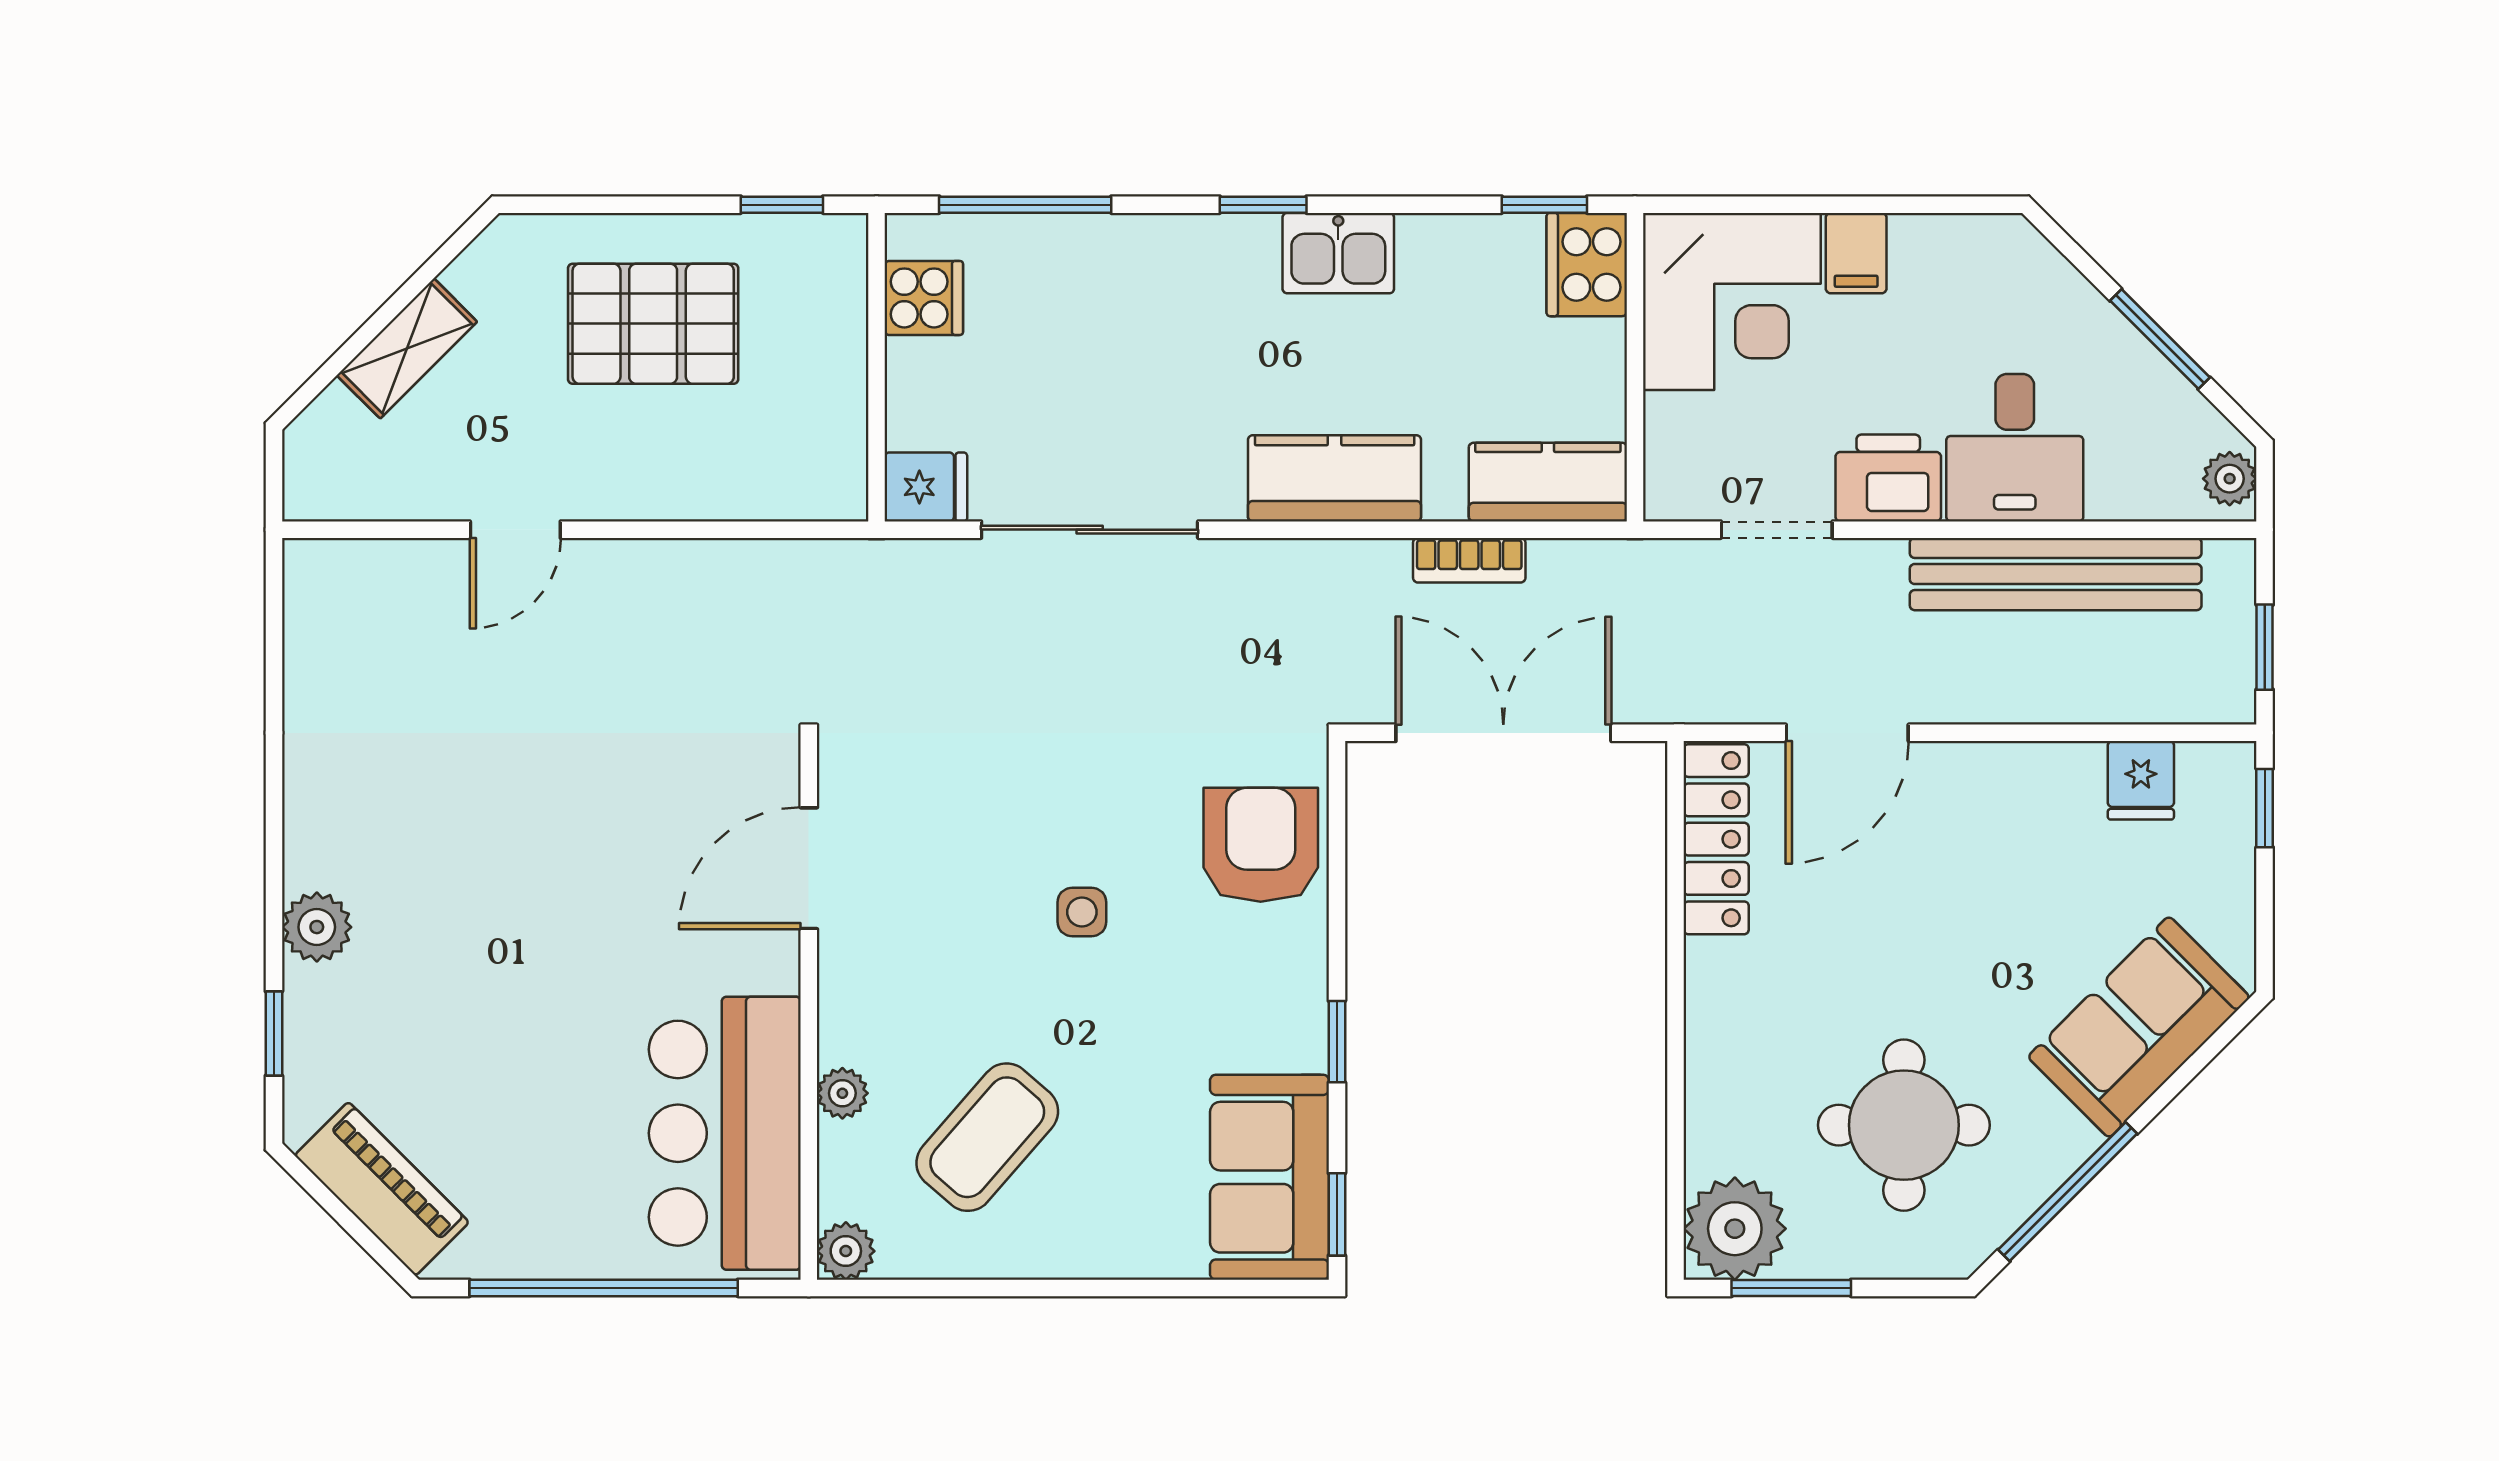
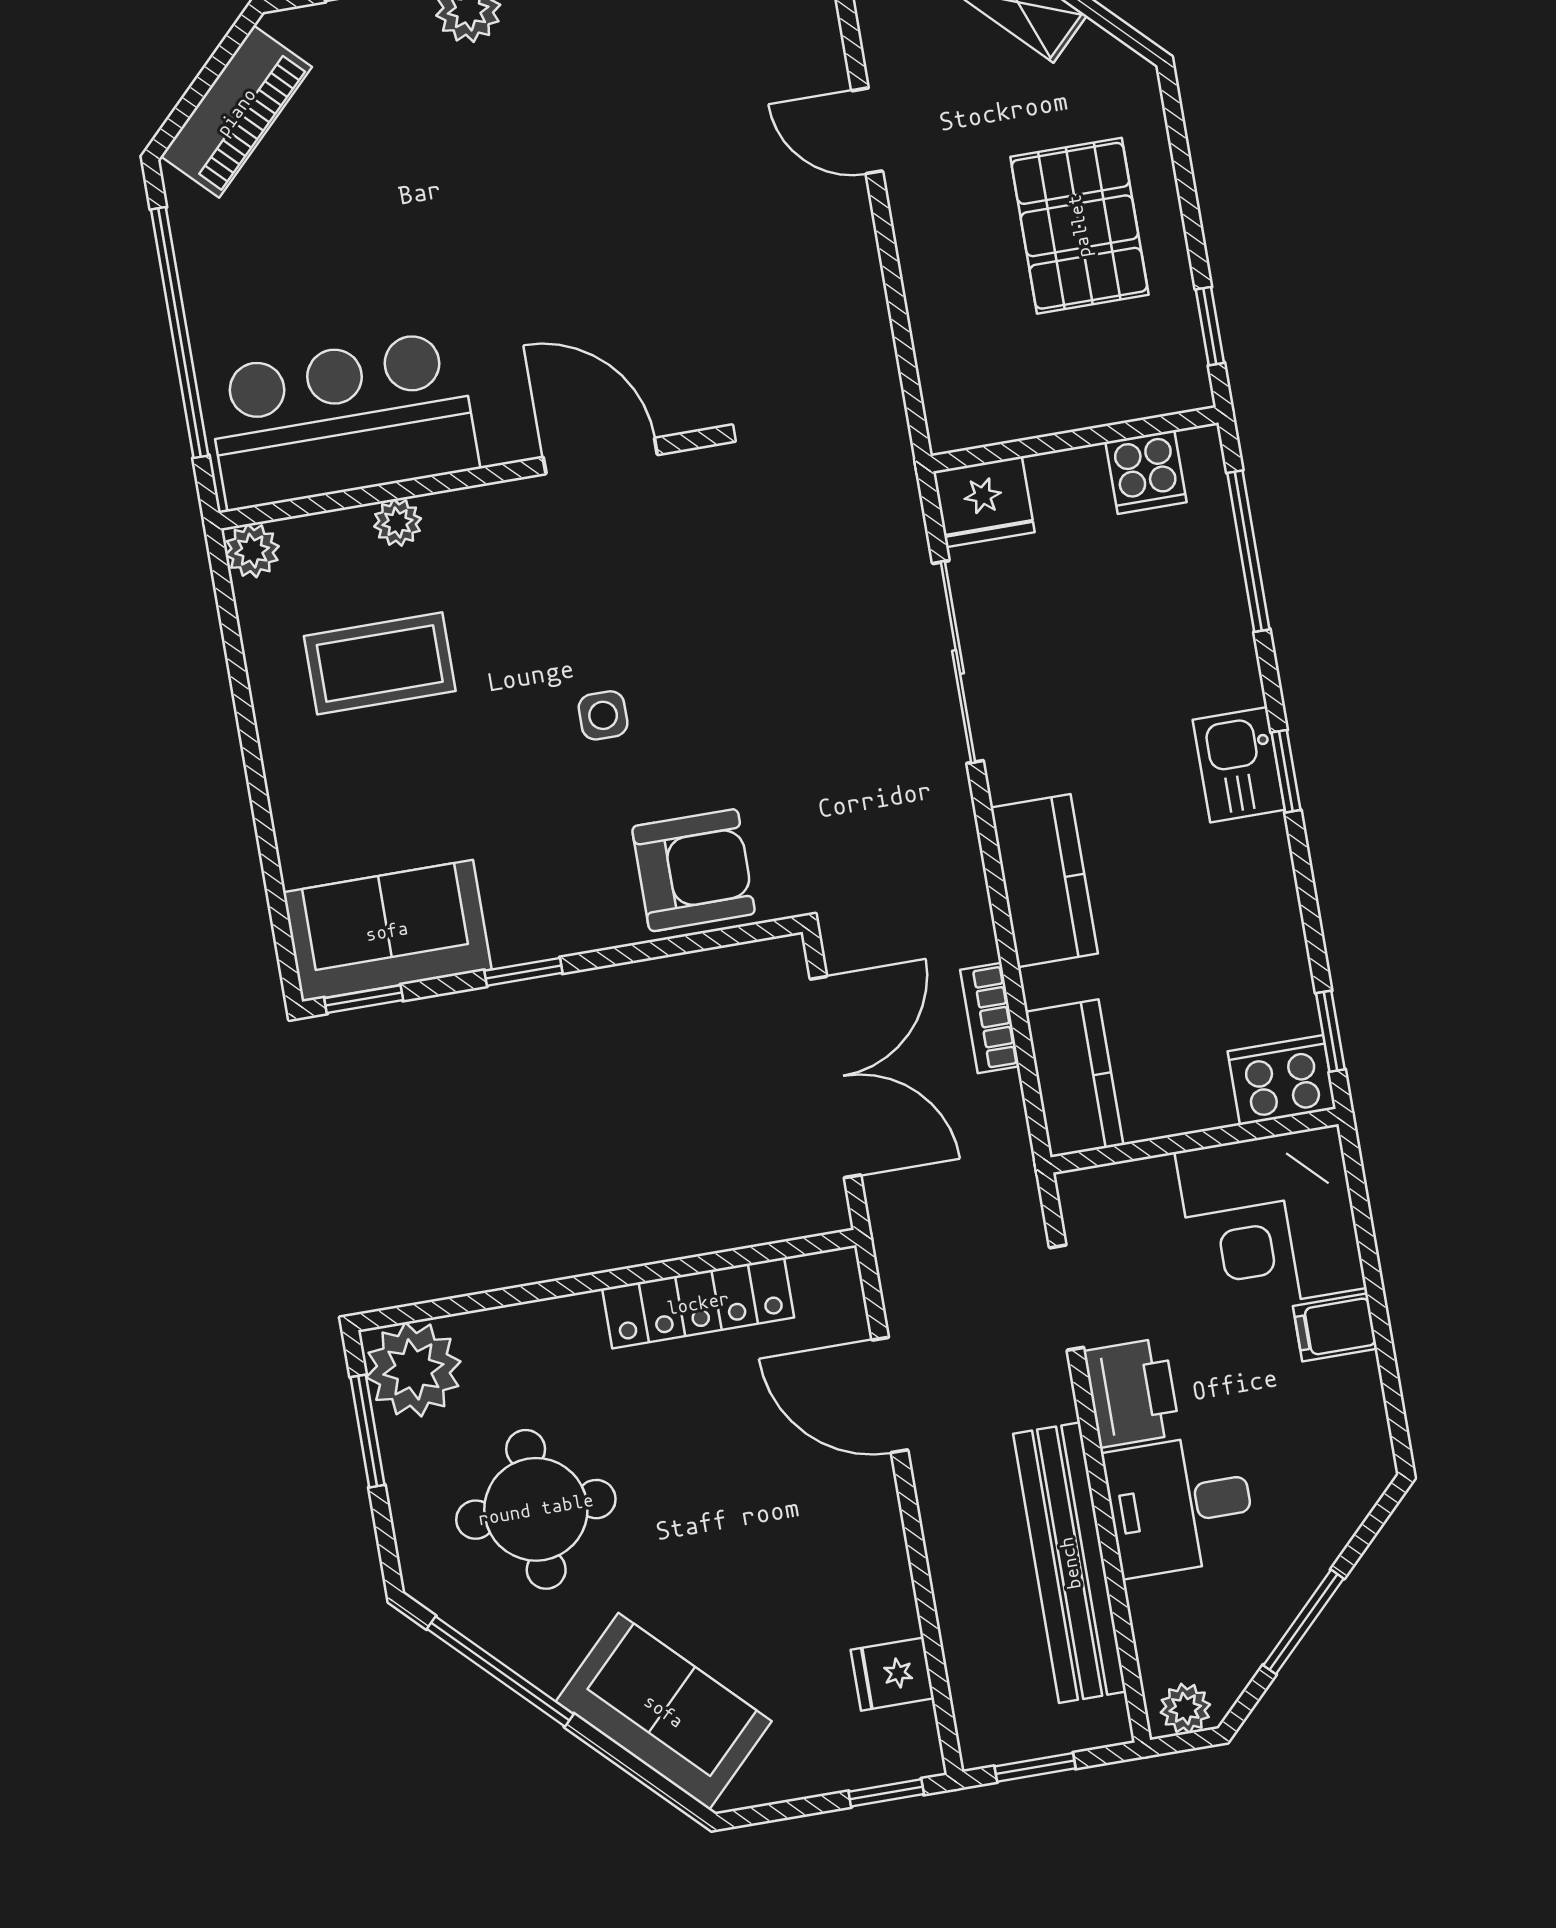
kitchen sink: (1338, 253) -> (1239, 765), moved
fridge: (926, 487) -> (984, 502), width x1.38
locker: (1716, 839) -> (698, 1303), moved
coffee table: (987, 1137) -> (380, 663), turned -41

